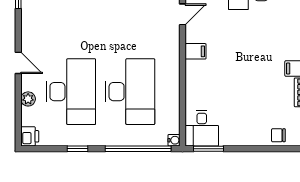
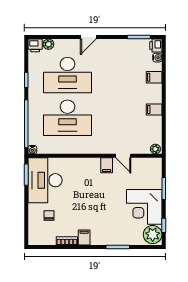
filing cabinet: (196, 51) -> (107, 165), moved
plant: (28, 99) -> (48, 44), moved
desk: (202, 128) -> (45, 180), width x1.87, depth x1.30
chair: (278, 135) -> (49, 215), moved

